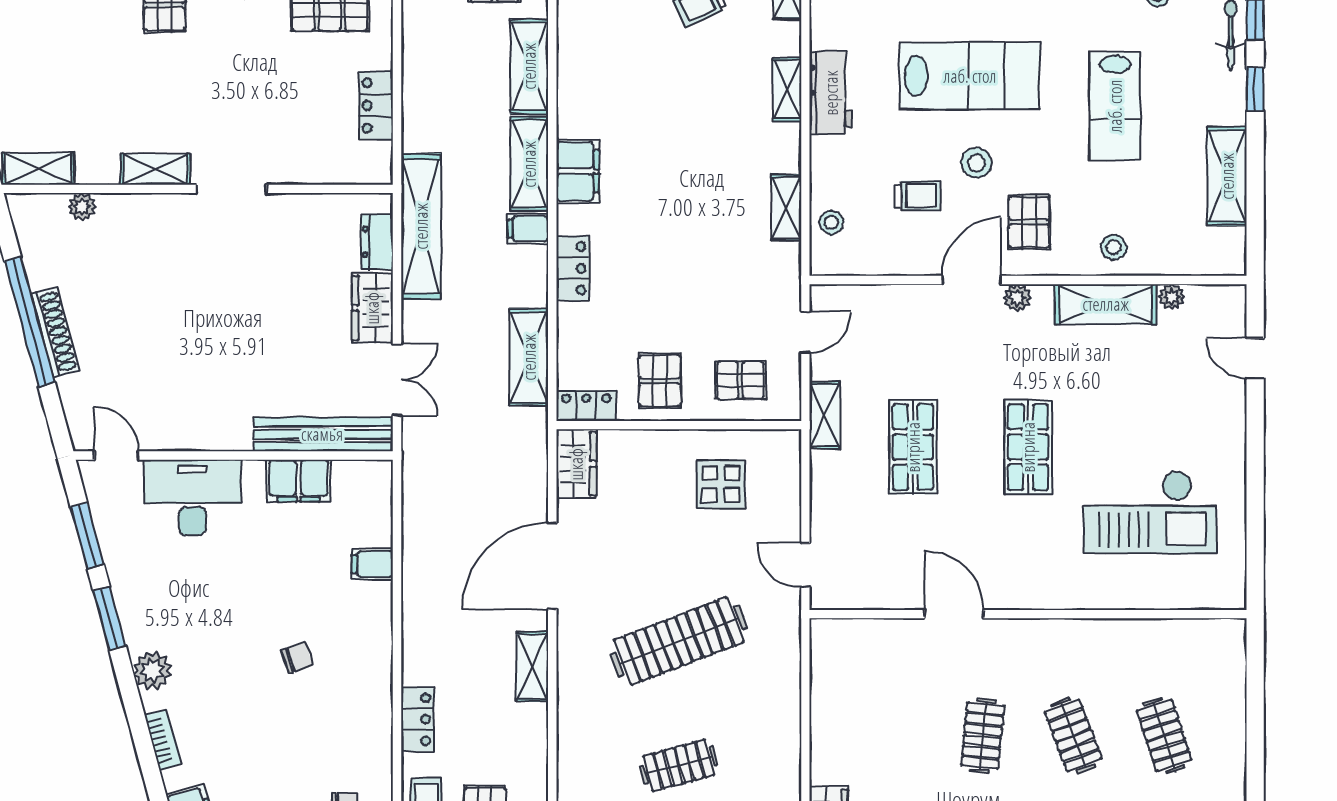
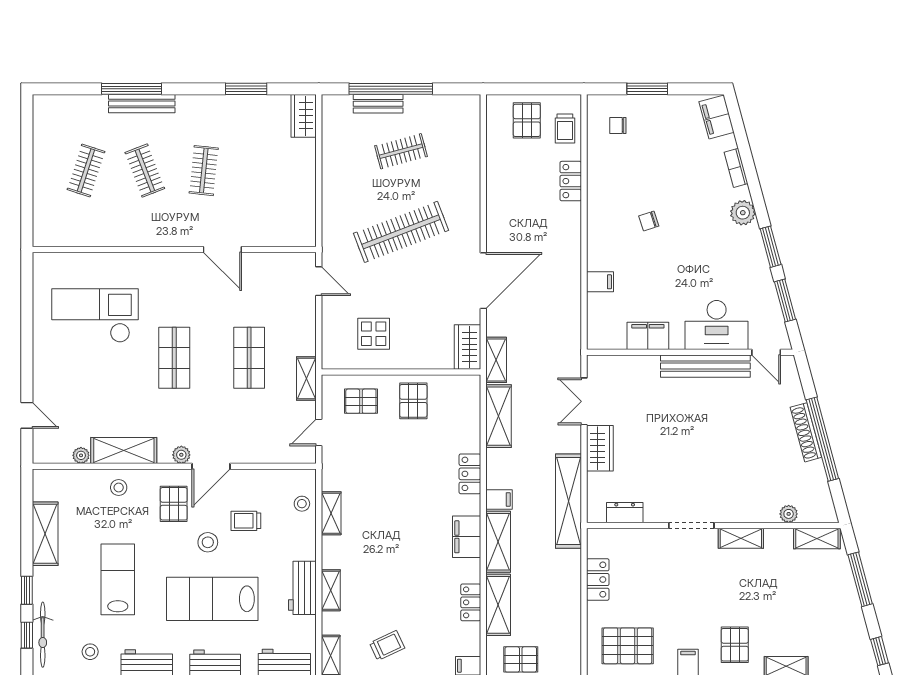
dresser: (377, 242) -> (625, 513), moved, turned -90
locker: (586, 406) -> (471, 602), moved, turned 90
bench: (322, 434) -> (705, 366), moved
shelving: (532, 667) -> (496, 360), moved
clothes rail: (1164, 736) -> (86, 171), turned 36

